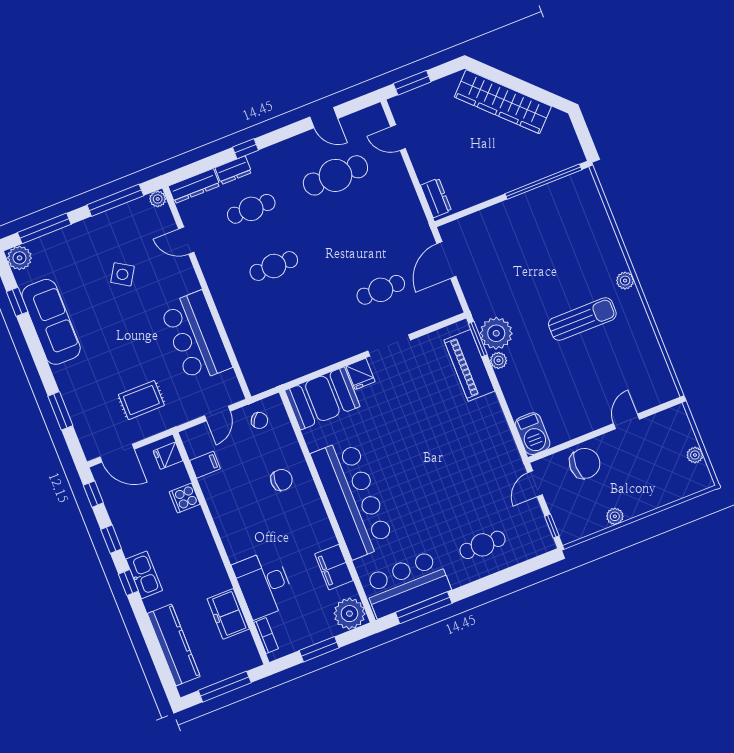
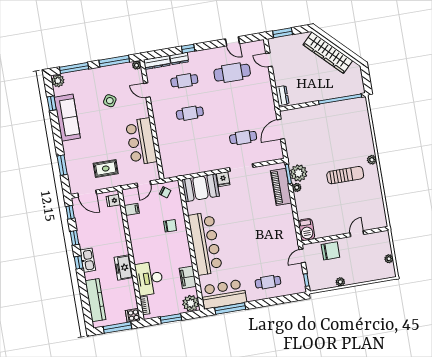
cooker: (185, 498) -> (133, 315), moved
freezer: (228, 614) -> (124, 267), moved

